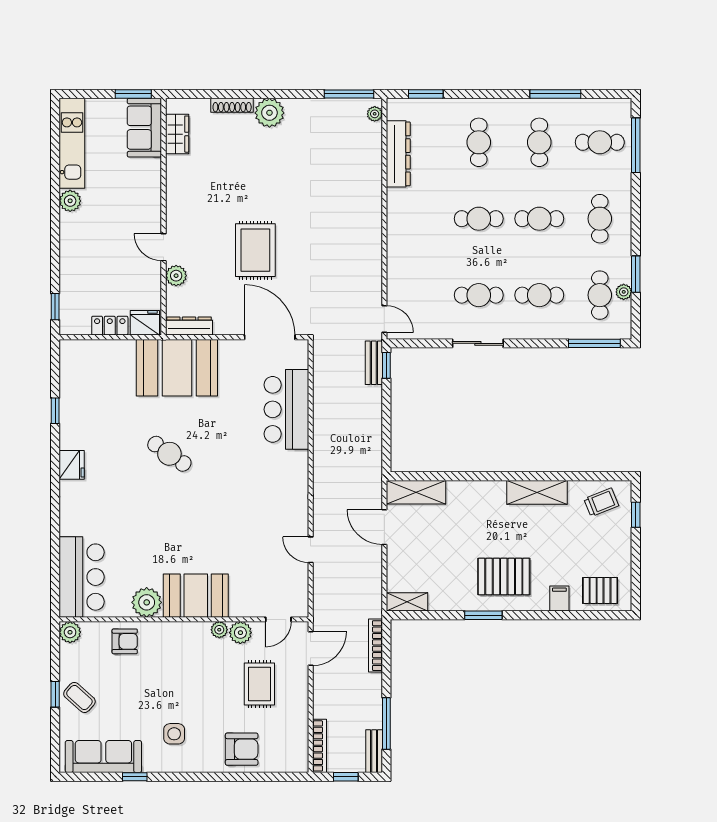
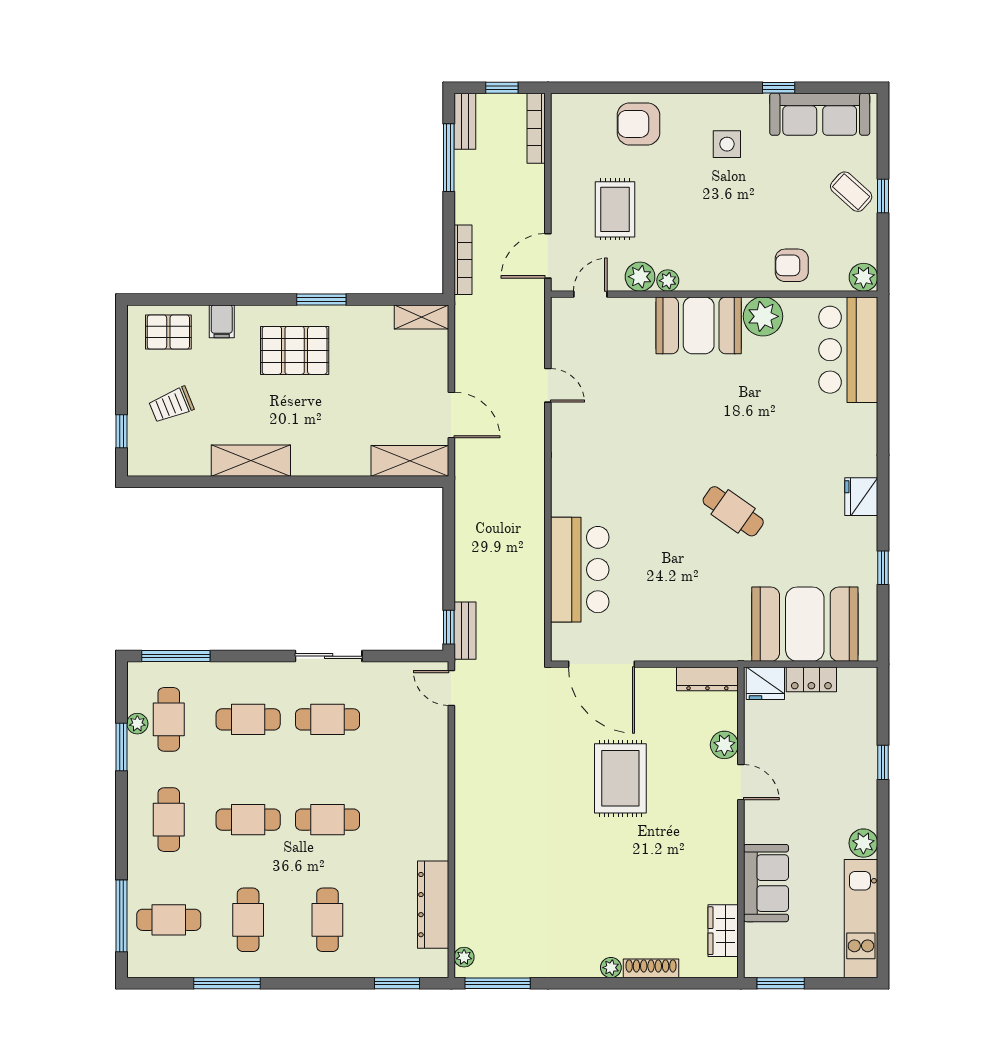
plant: (269, 113) -> (611, 968), width x0.53, depth x0.53
sofa: (144, 128) -> (766, 883), moved
window: (55, 307) -> (883, 762), moved
booth: (177, 368) -> (805, 624), moved
trolley: (601, 502) -> (171, 405), moved

